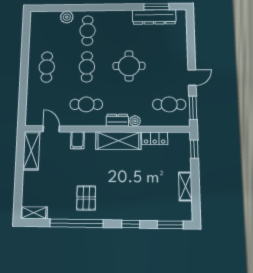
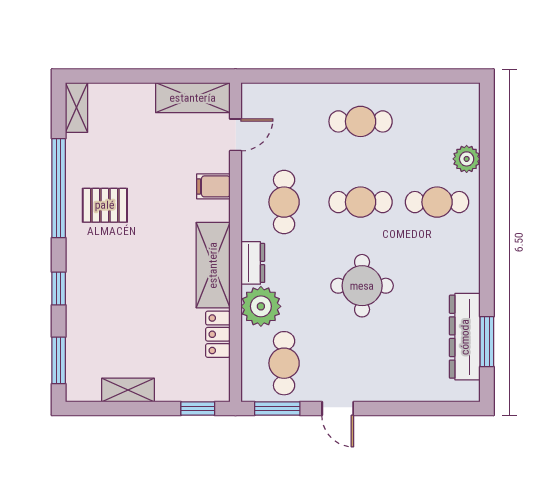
plant: (135, 121) -> (261, 306), width x1.87, depth x1.87

